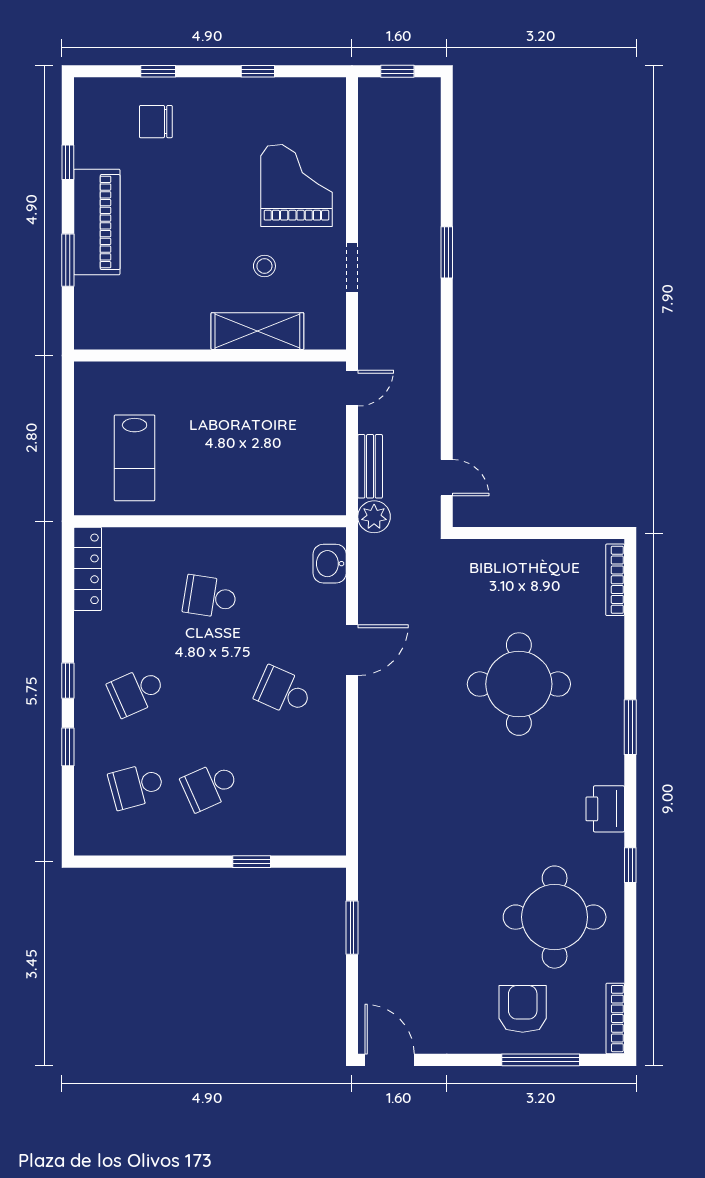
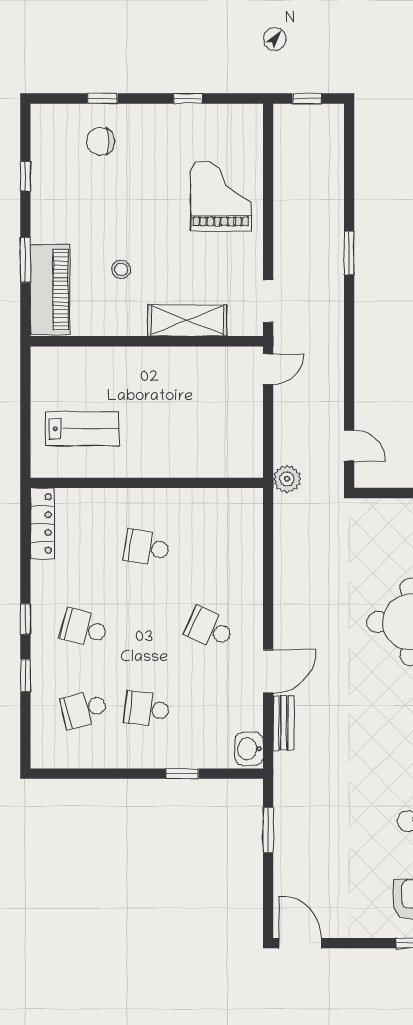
piano: (97, 222) -> (50, 289), moved
stool: (264, 266) -> (121, 269), moved
doorway: (352, 268) -> (268, 301), moved
lab bench: (135, 458) -> (82, 429), turned -90
bench: (370, 466) -> (284, 723), moved
washbasin: (330, 564) -> (249, 749), moved
door: (352, 650) -> (268, 671), moved
school desk: (136, 691) -> (84, 628), turned 39
school desk: (210, 786) -> (147, 709), turned 30

